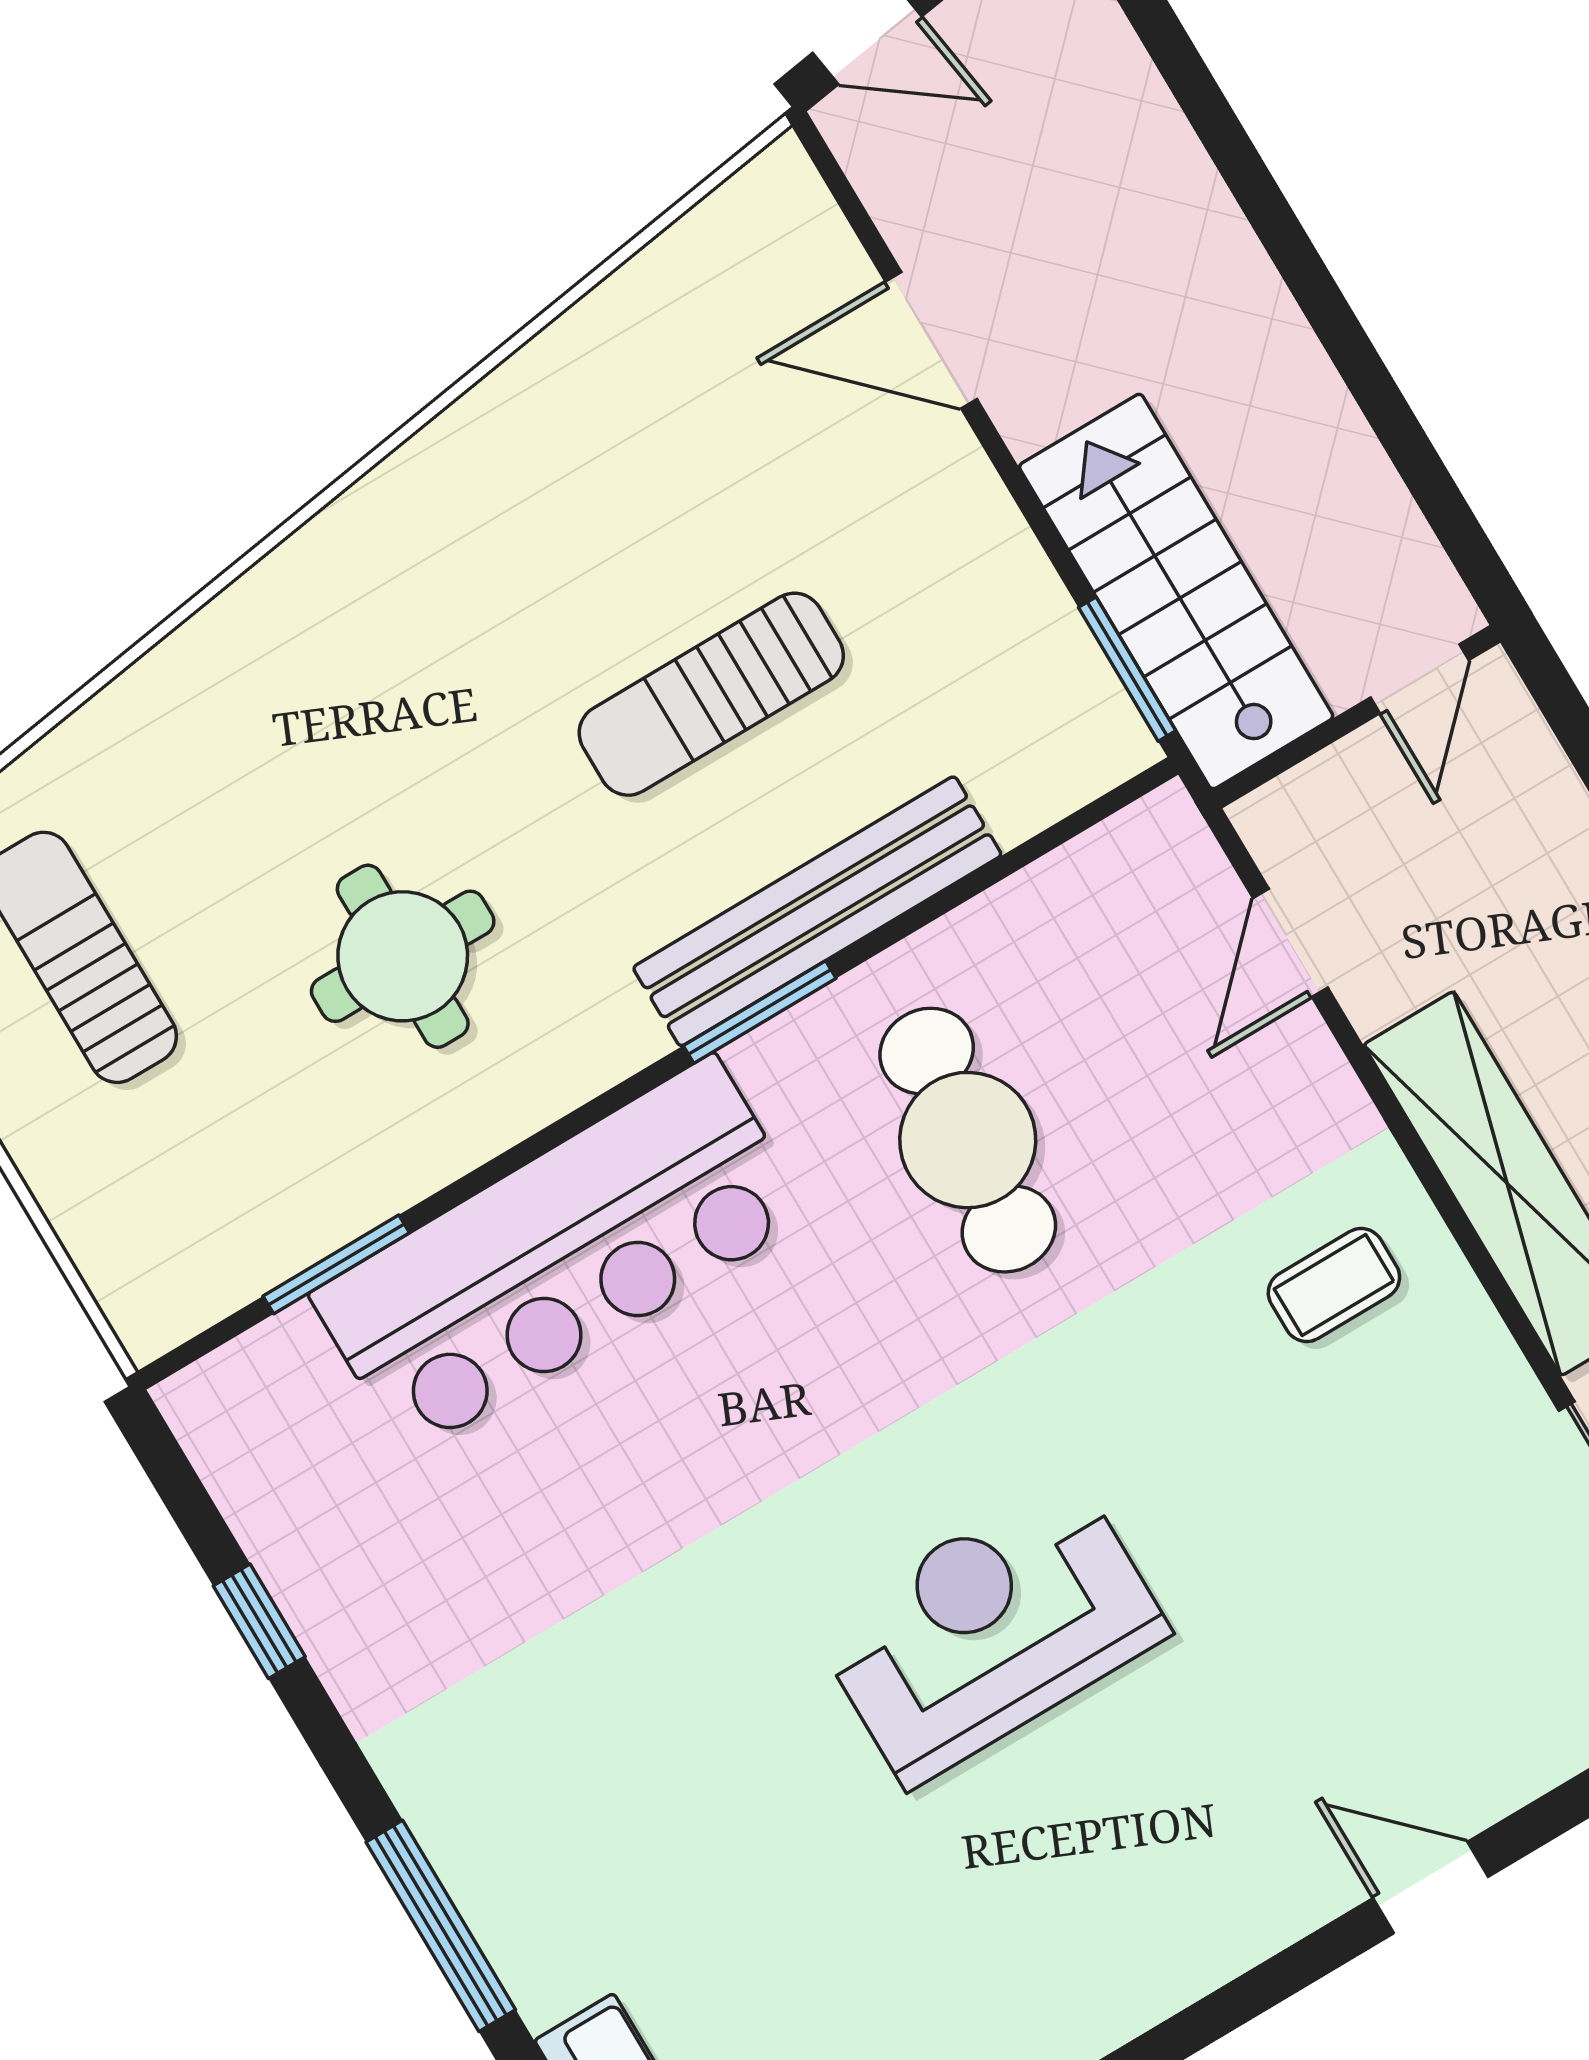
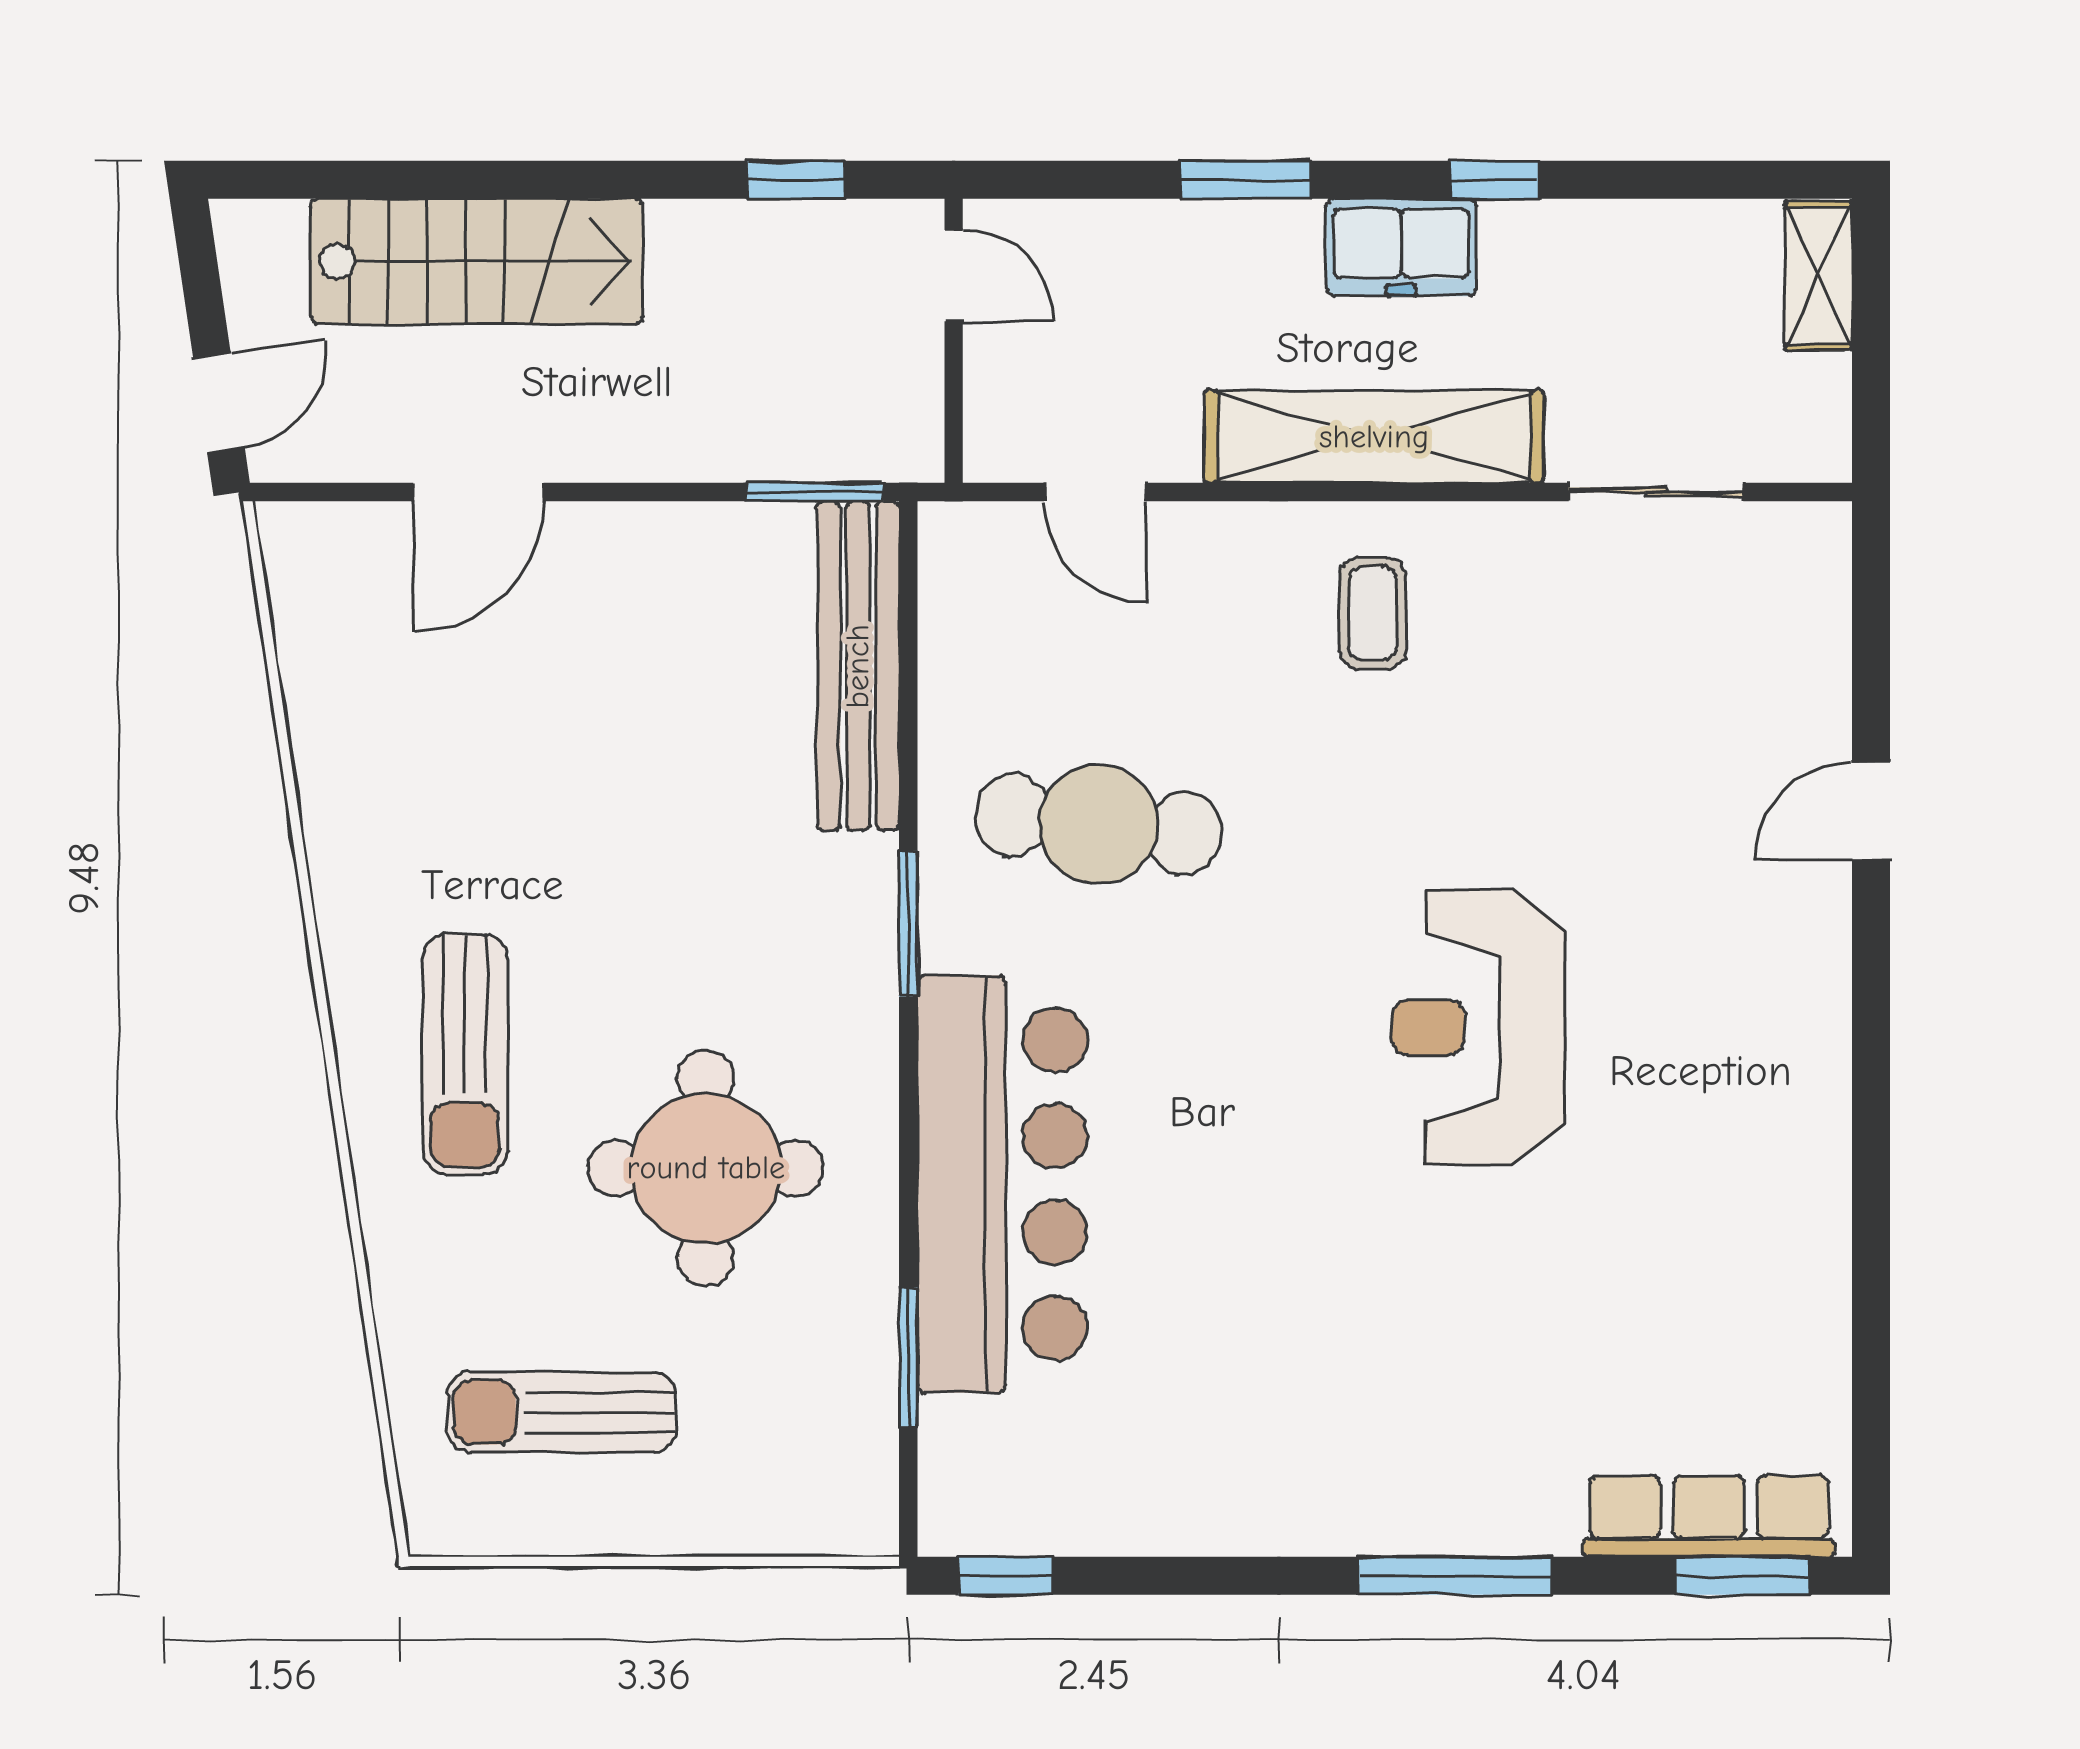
window: (1422, 469) -> (796, 180), added
stairs: (1176, 592) -> (477, 261), moved, turned 180
sun lounger: (711, 694) -> (465, 1054), moved
bench: (817, 911) -> (858, 666), moved
round table: (403, 956) -> (706, 1168), width x1.36, depth x1.36
window: (259, 1621) -> (1006, 1576), moved

